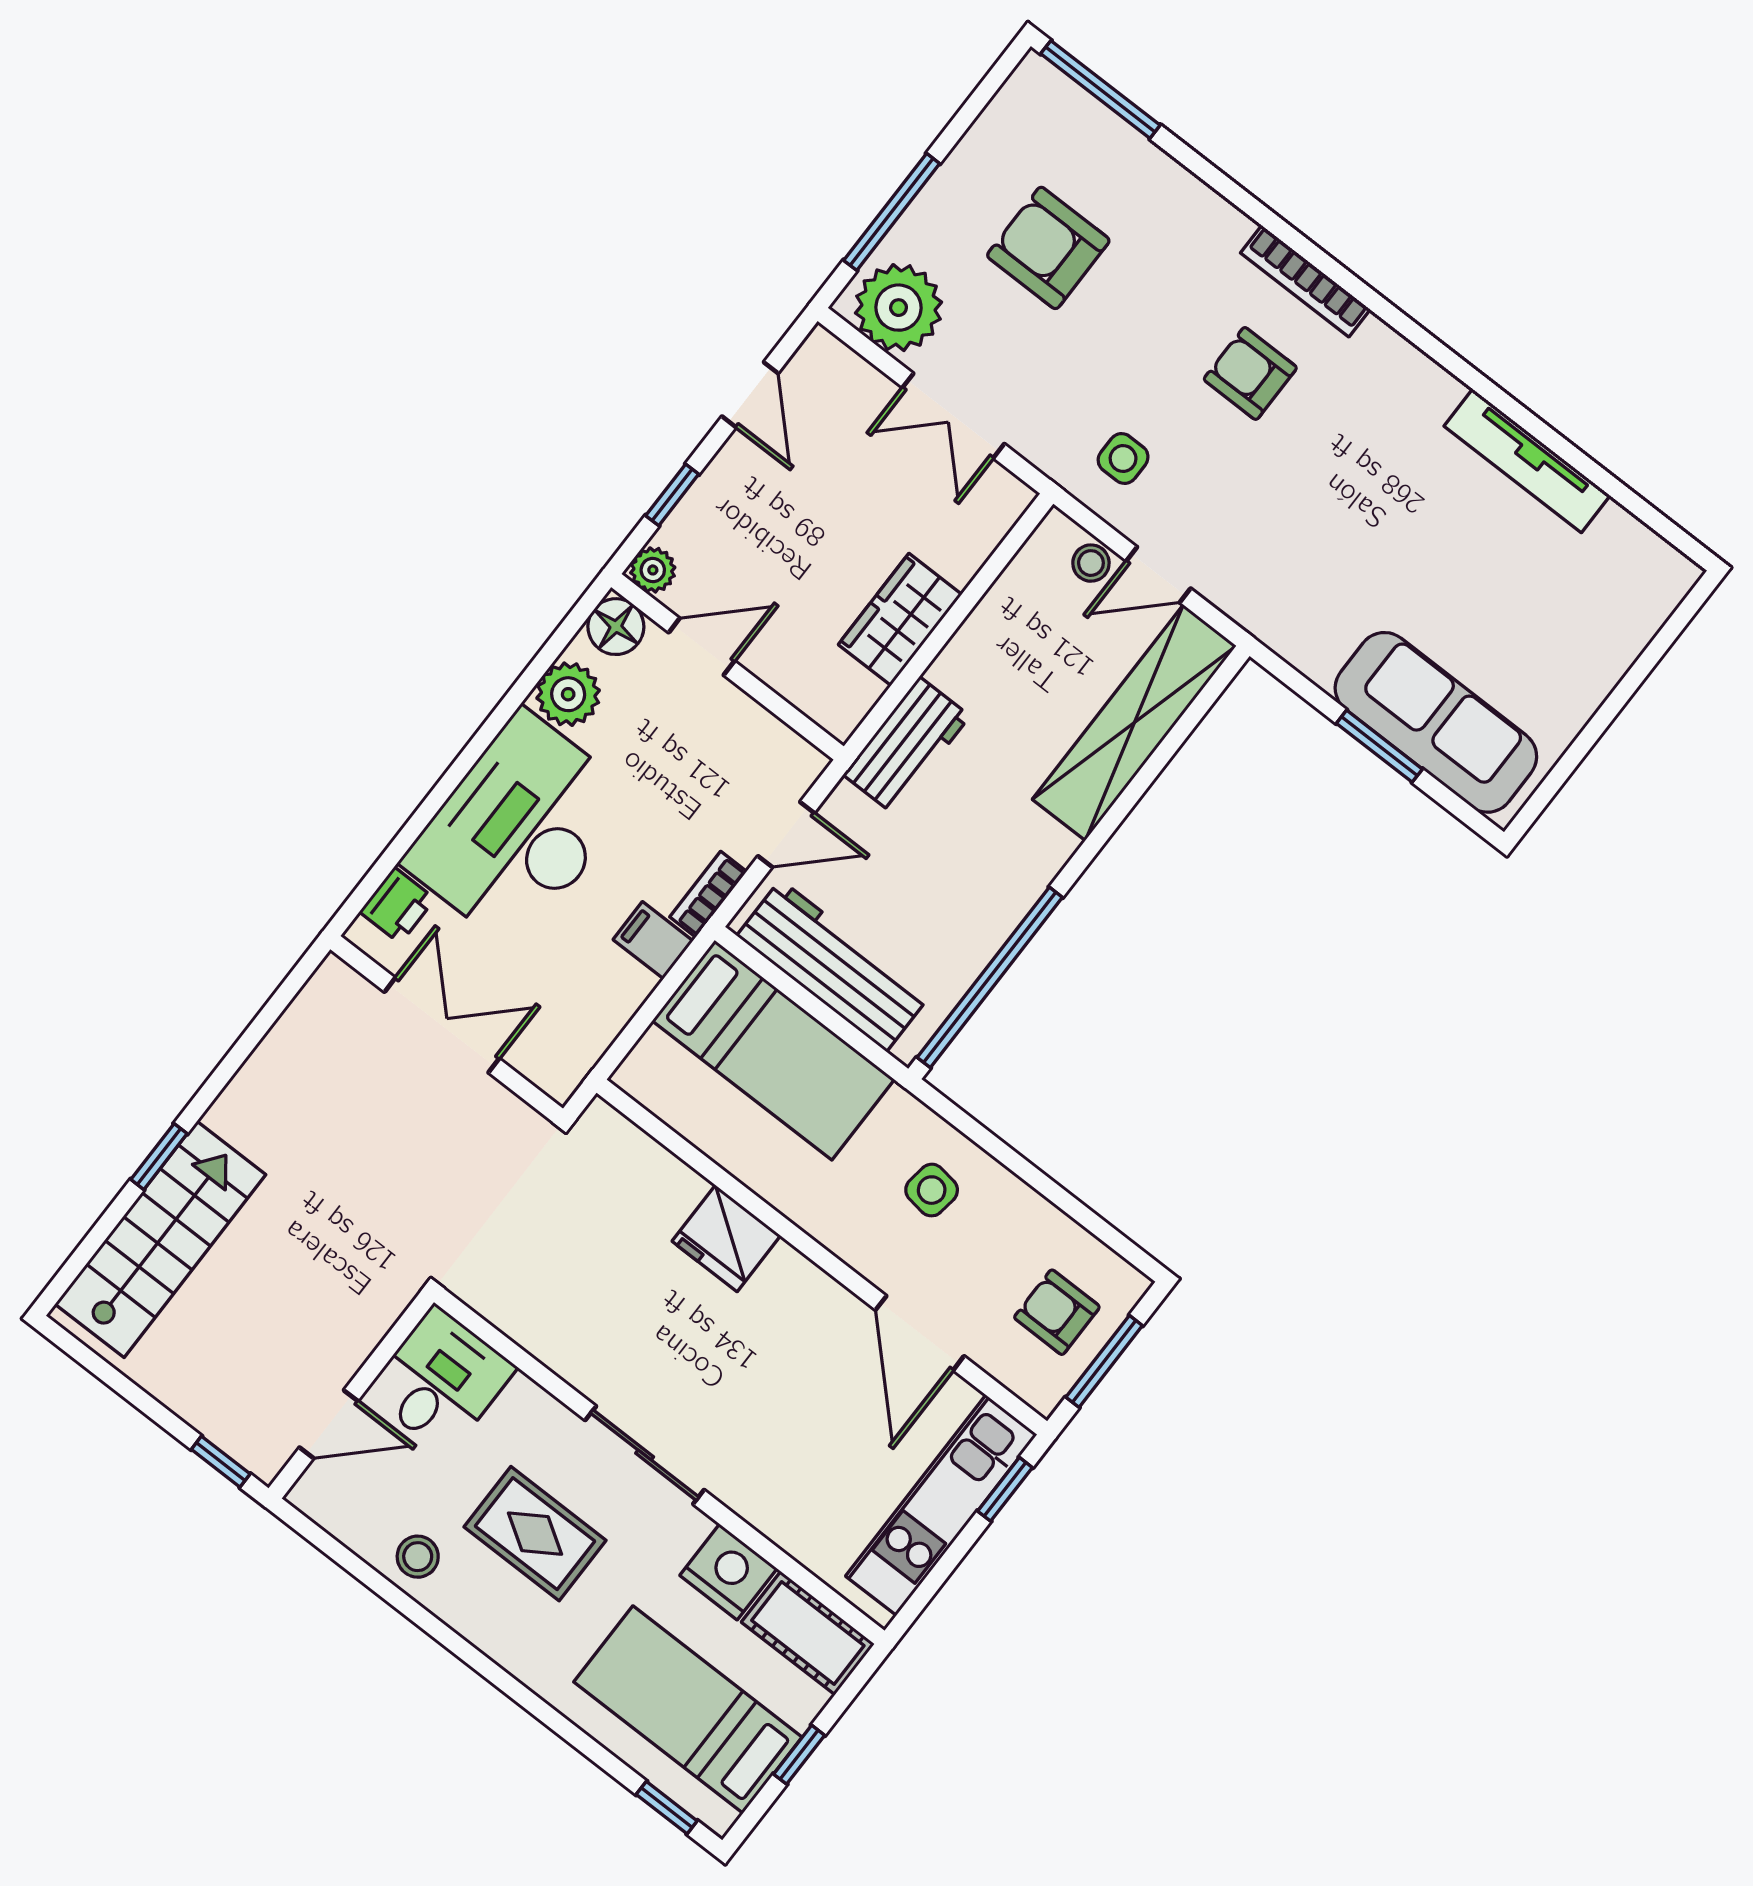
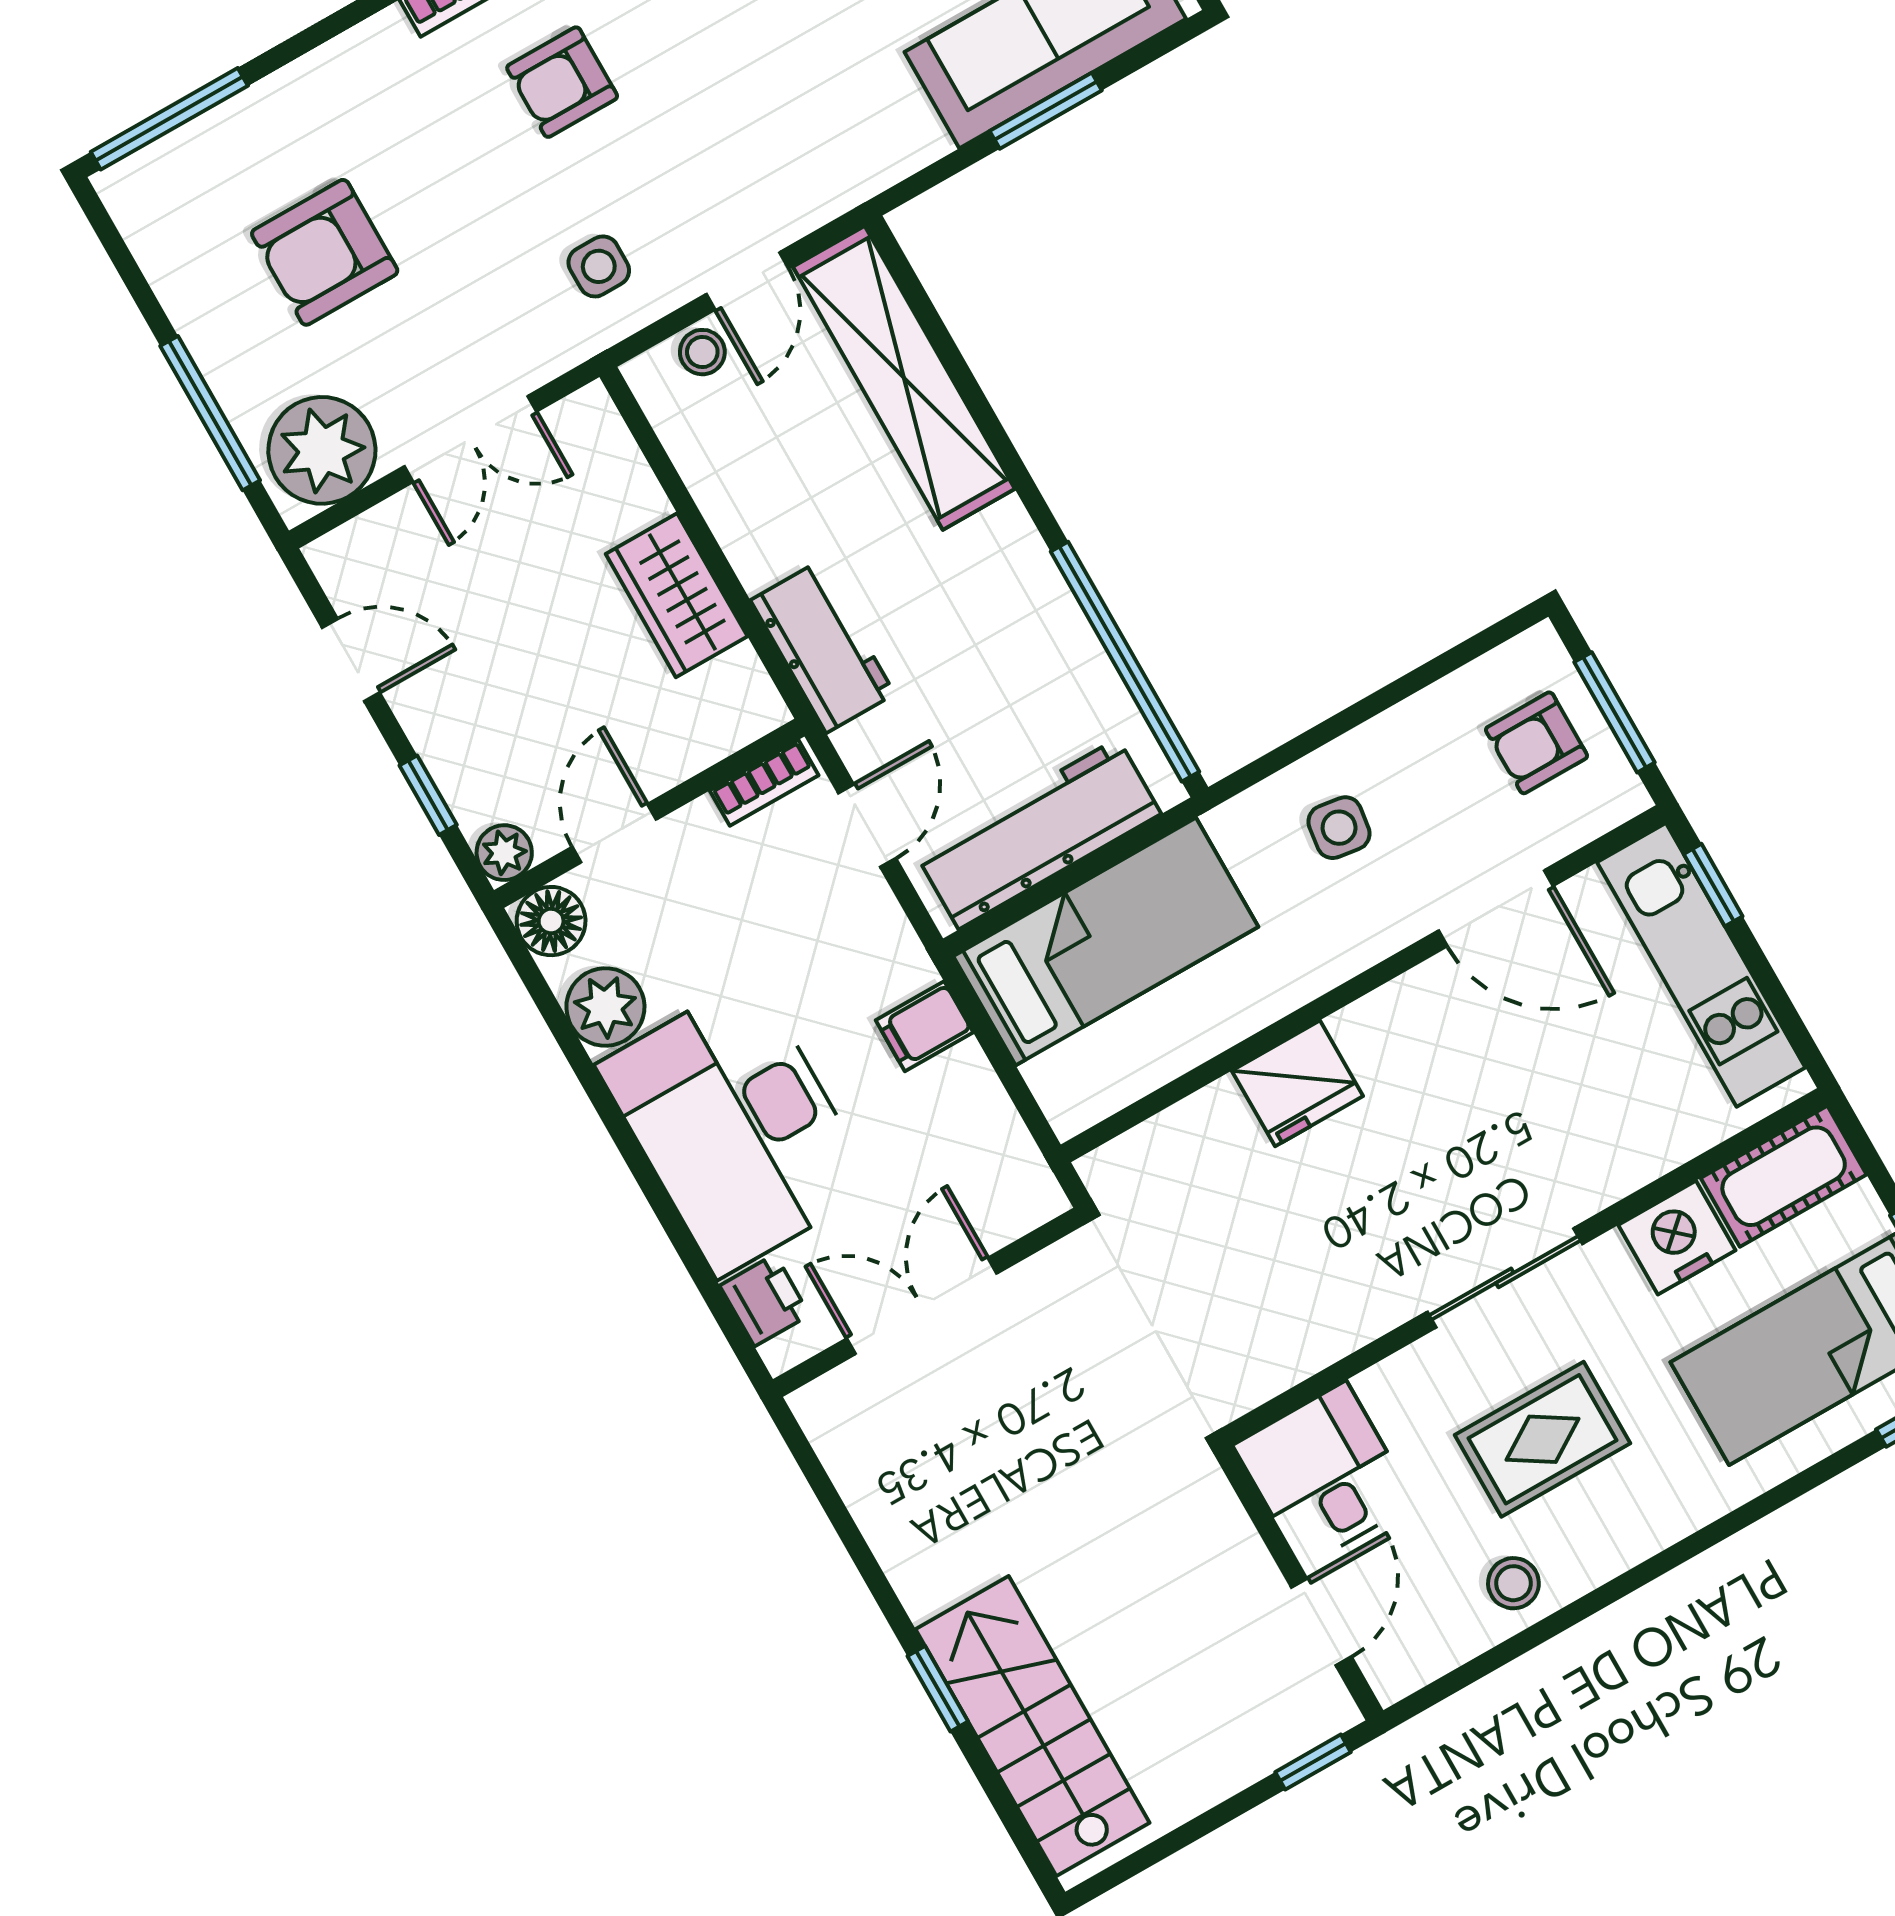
bookcase: (708, 894) -> (764, 783), moved, turned -90

